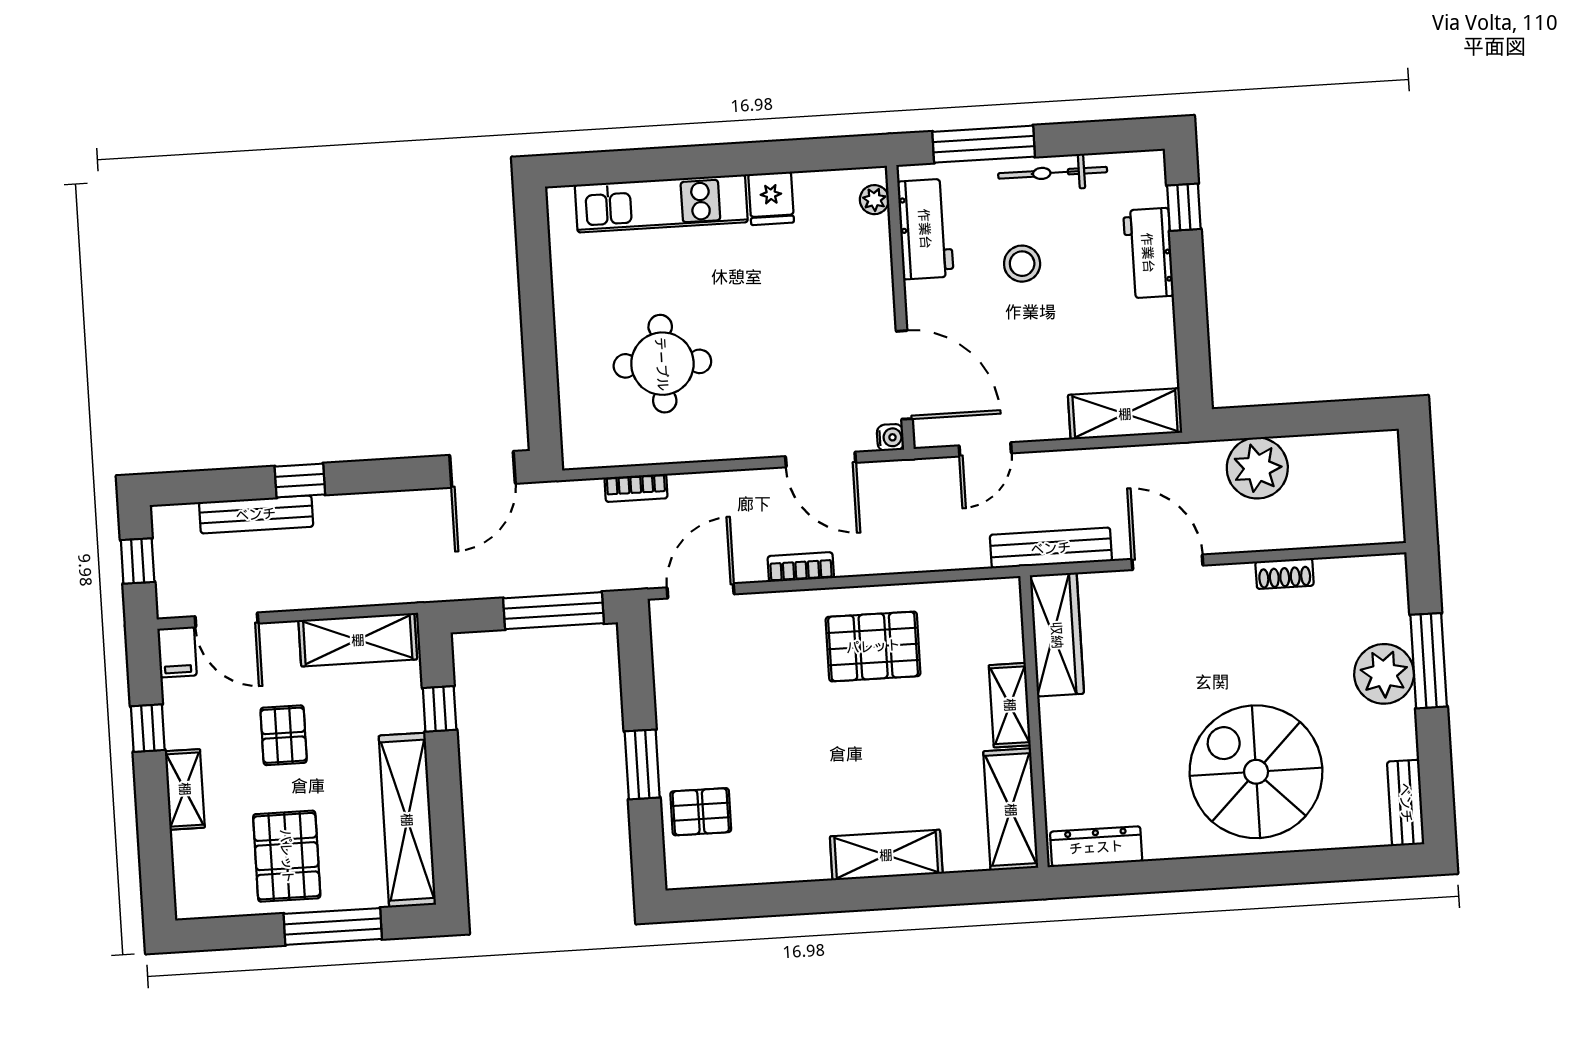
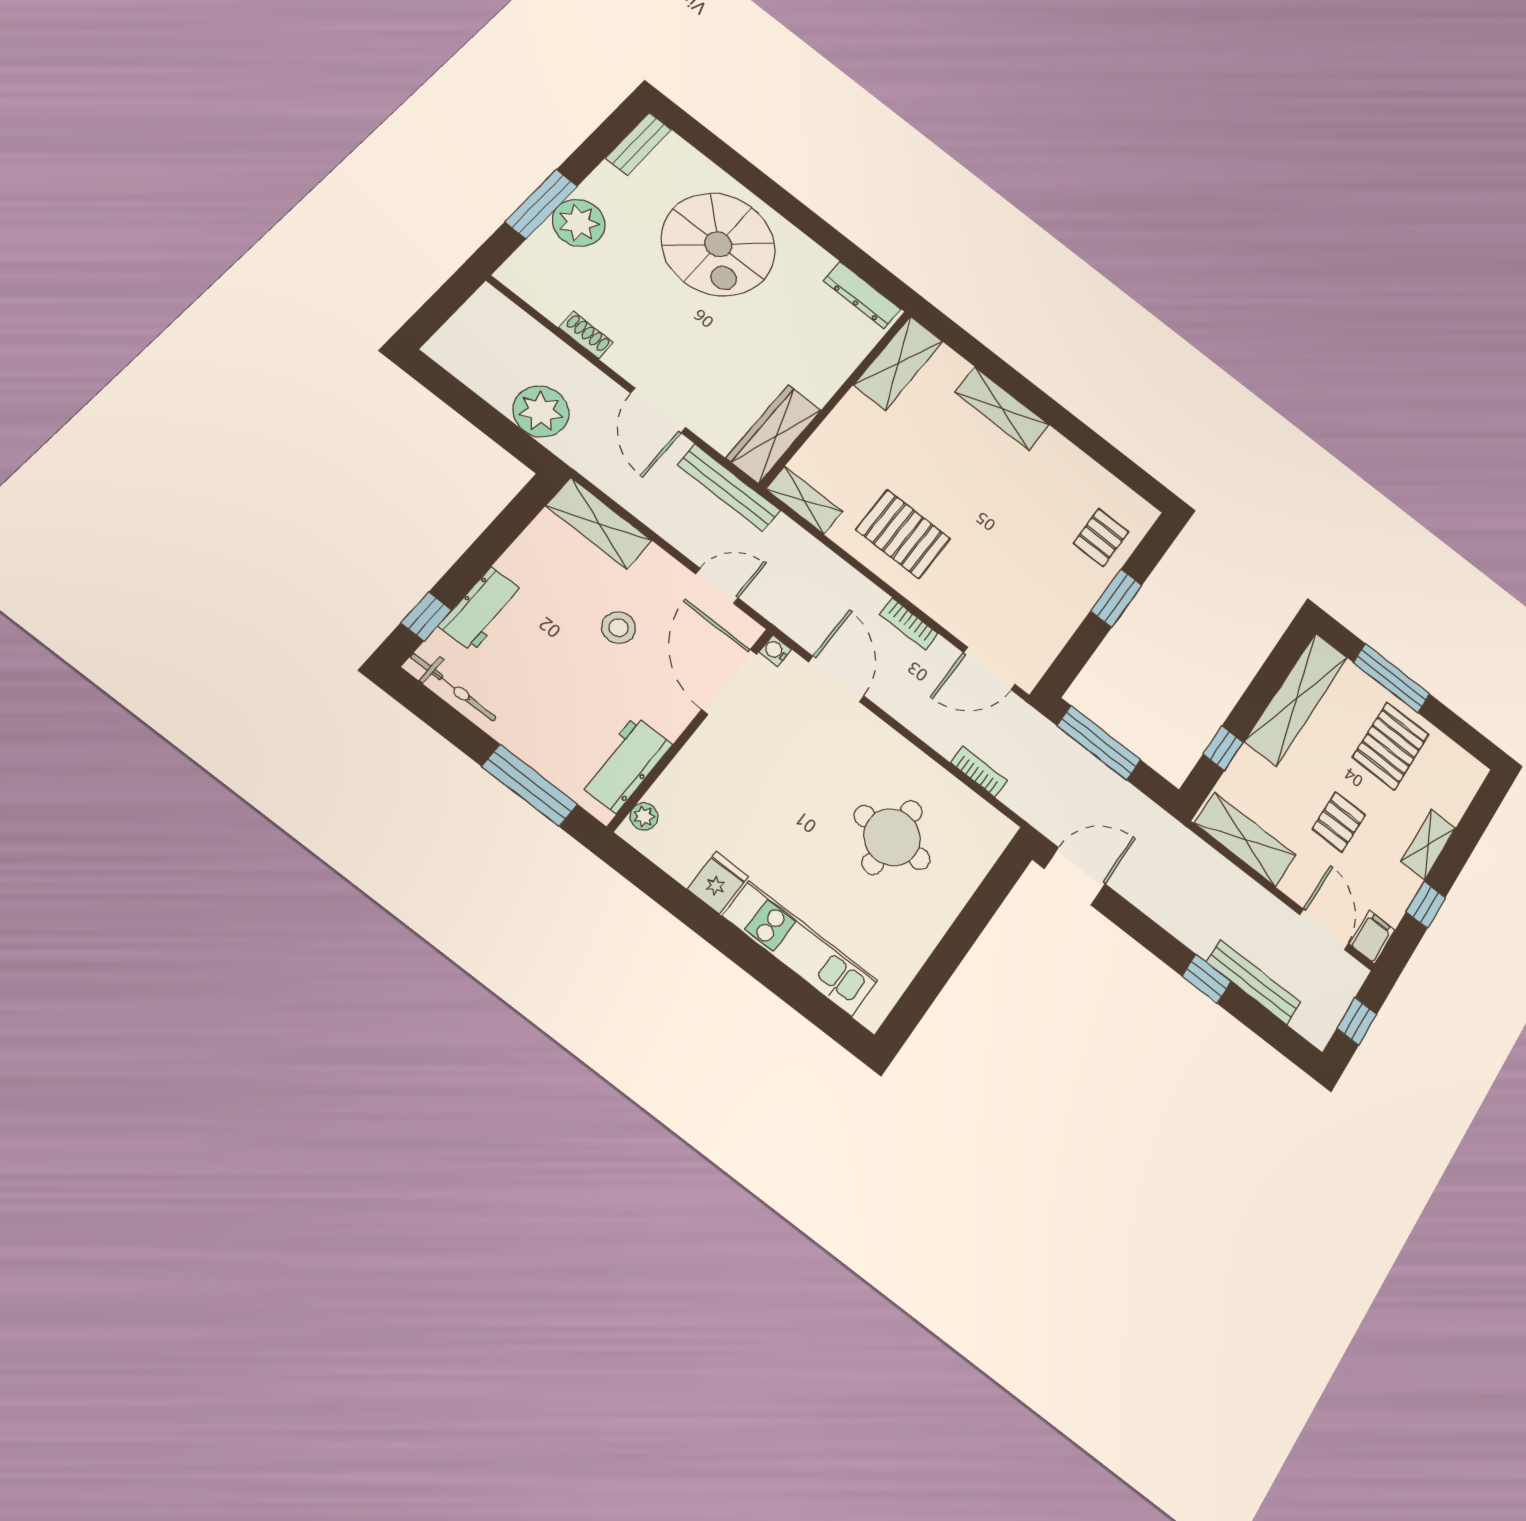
bicycle: (1053, 173) -> (453, 687), moved
stool: (1022, 264) -> (619, 628), moved
shelving: (1010, 705) -> (804, 500), moved, turned 90
pallet: (701, 812) -> (1101, 537), turned 90

